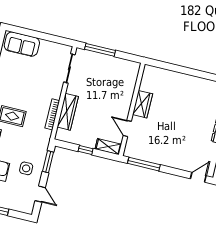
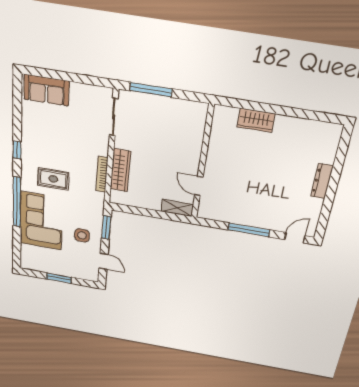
wardrobe: (142, 104) -> (256, 120), moved, turned 90
window: (86, 150) -> (149, 213), removed
window: (144, 164) -> (249, 230), moved

